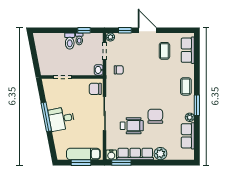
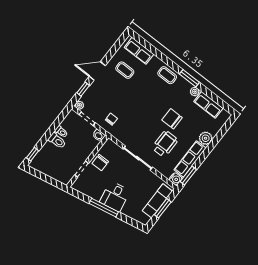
window: (84, 30) -> (33, 154), moved
chair: (95, 89) -> (100, 163), moved

